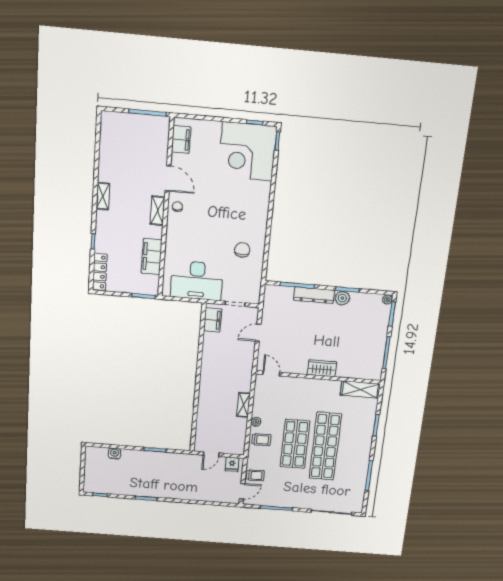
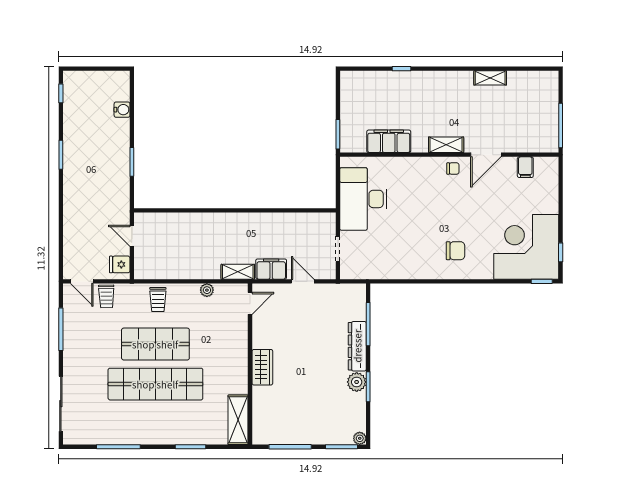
filing cabinet: (181, 139) -> (525, 167), width x0.50
shelving: (103, 196) -> (490, 78), moved
chair: (242, 250) -> (455, 251), moved
locker: (100, 272) -> (364, 79), removed
filing cabinet: (213, 320) -> (271, 269), moved, turned 180
shelving: (243, 405) -> (238, 272), moved
plant: (256, 422) -> (207, 290), moved

